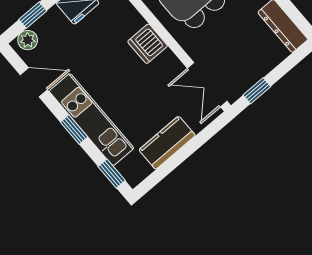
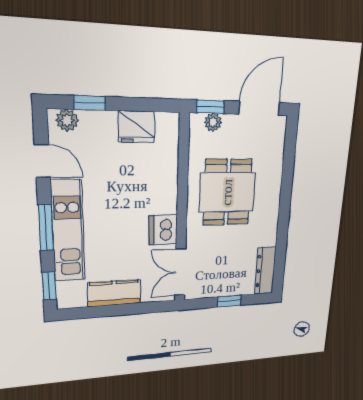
dishwasher: (148, 44) -> (163, 230), moved
window: (257, 91) -> (229, 301), moved
window: (74, 129) -> (46, 228), width x1.50

